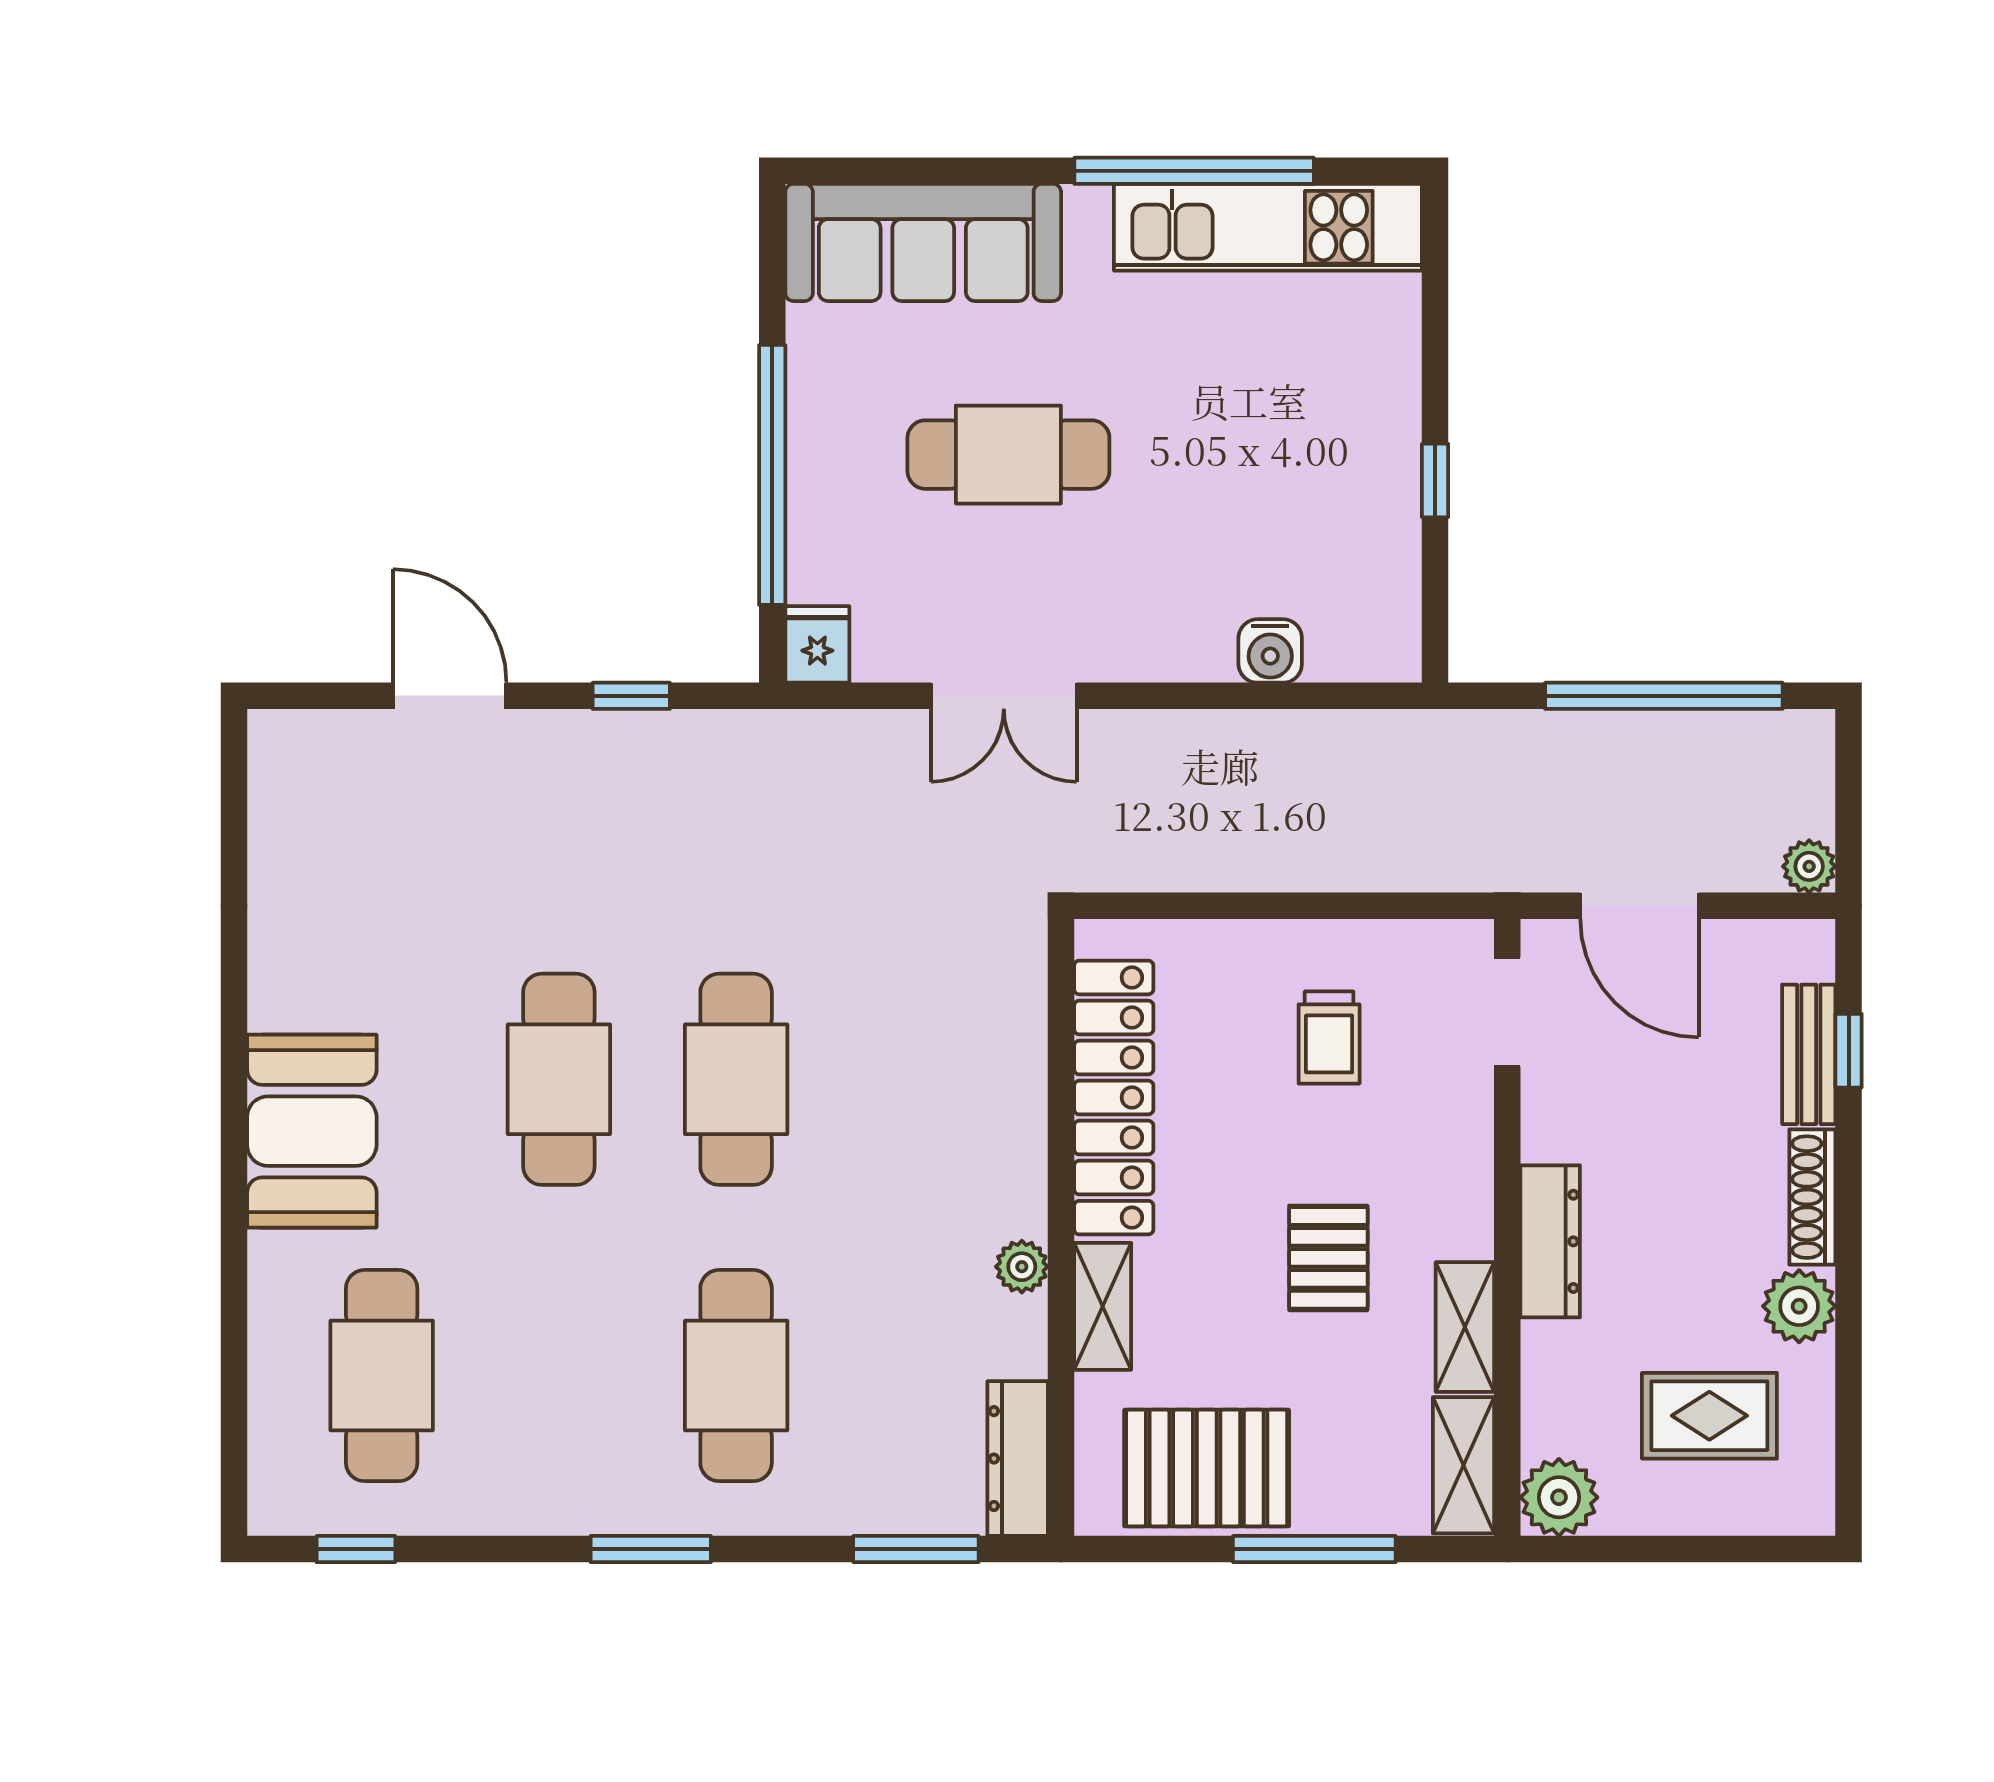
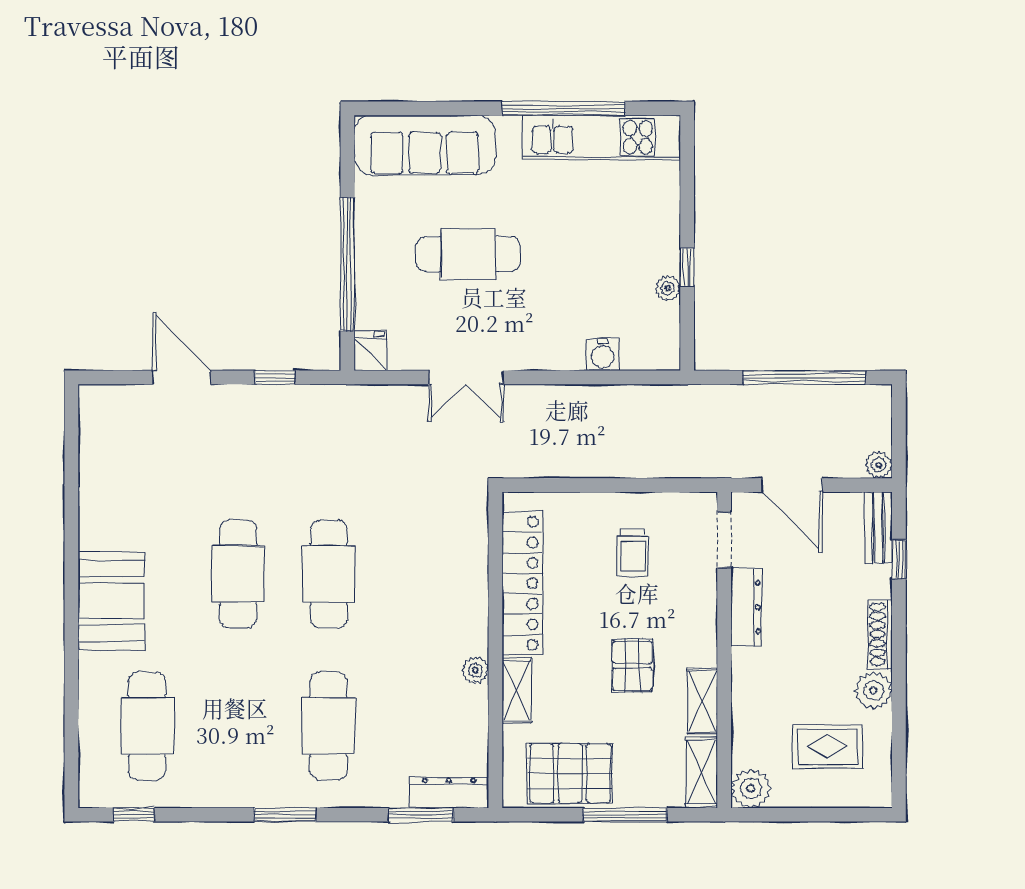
plant: (1397, 522) -> (668, 288), added
bench: (1809, 1054) -> (879, 528), moved
dresser: (1550, 1241) -> (746, 607), moved
dresser: (1018, 1459) -> (449, 793), moved, turned 90

